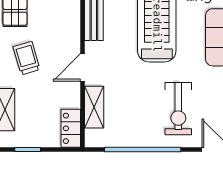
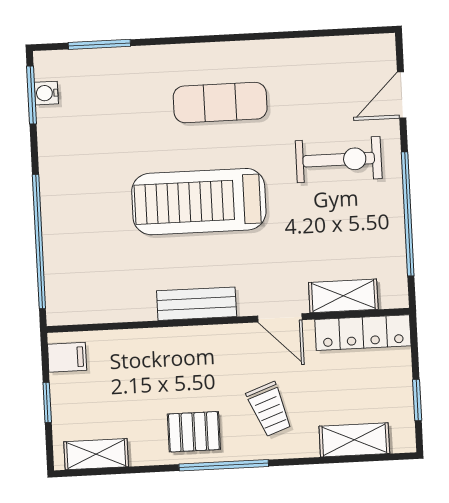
trolley: (27, 58) -> (269, 409), turned -94
locker: (71, 128) -> (363, 333), width x1.53

